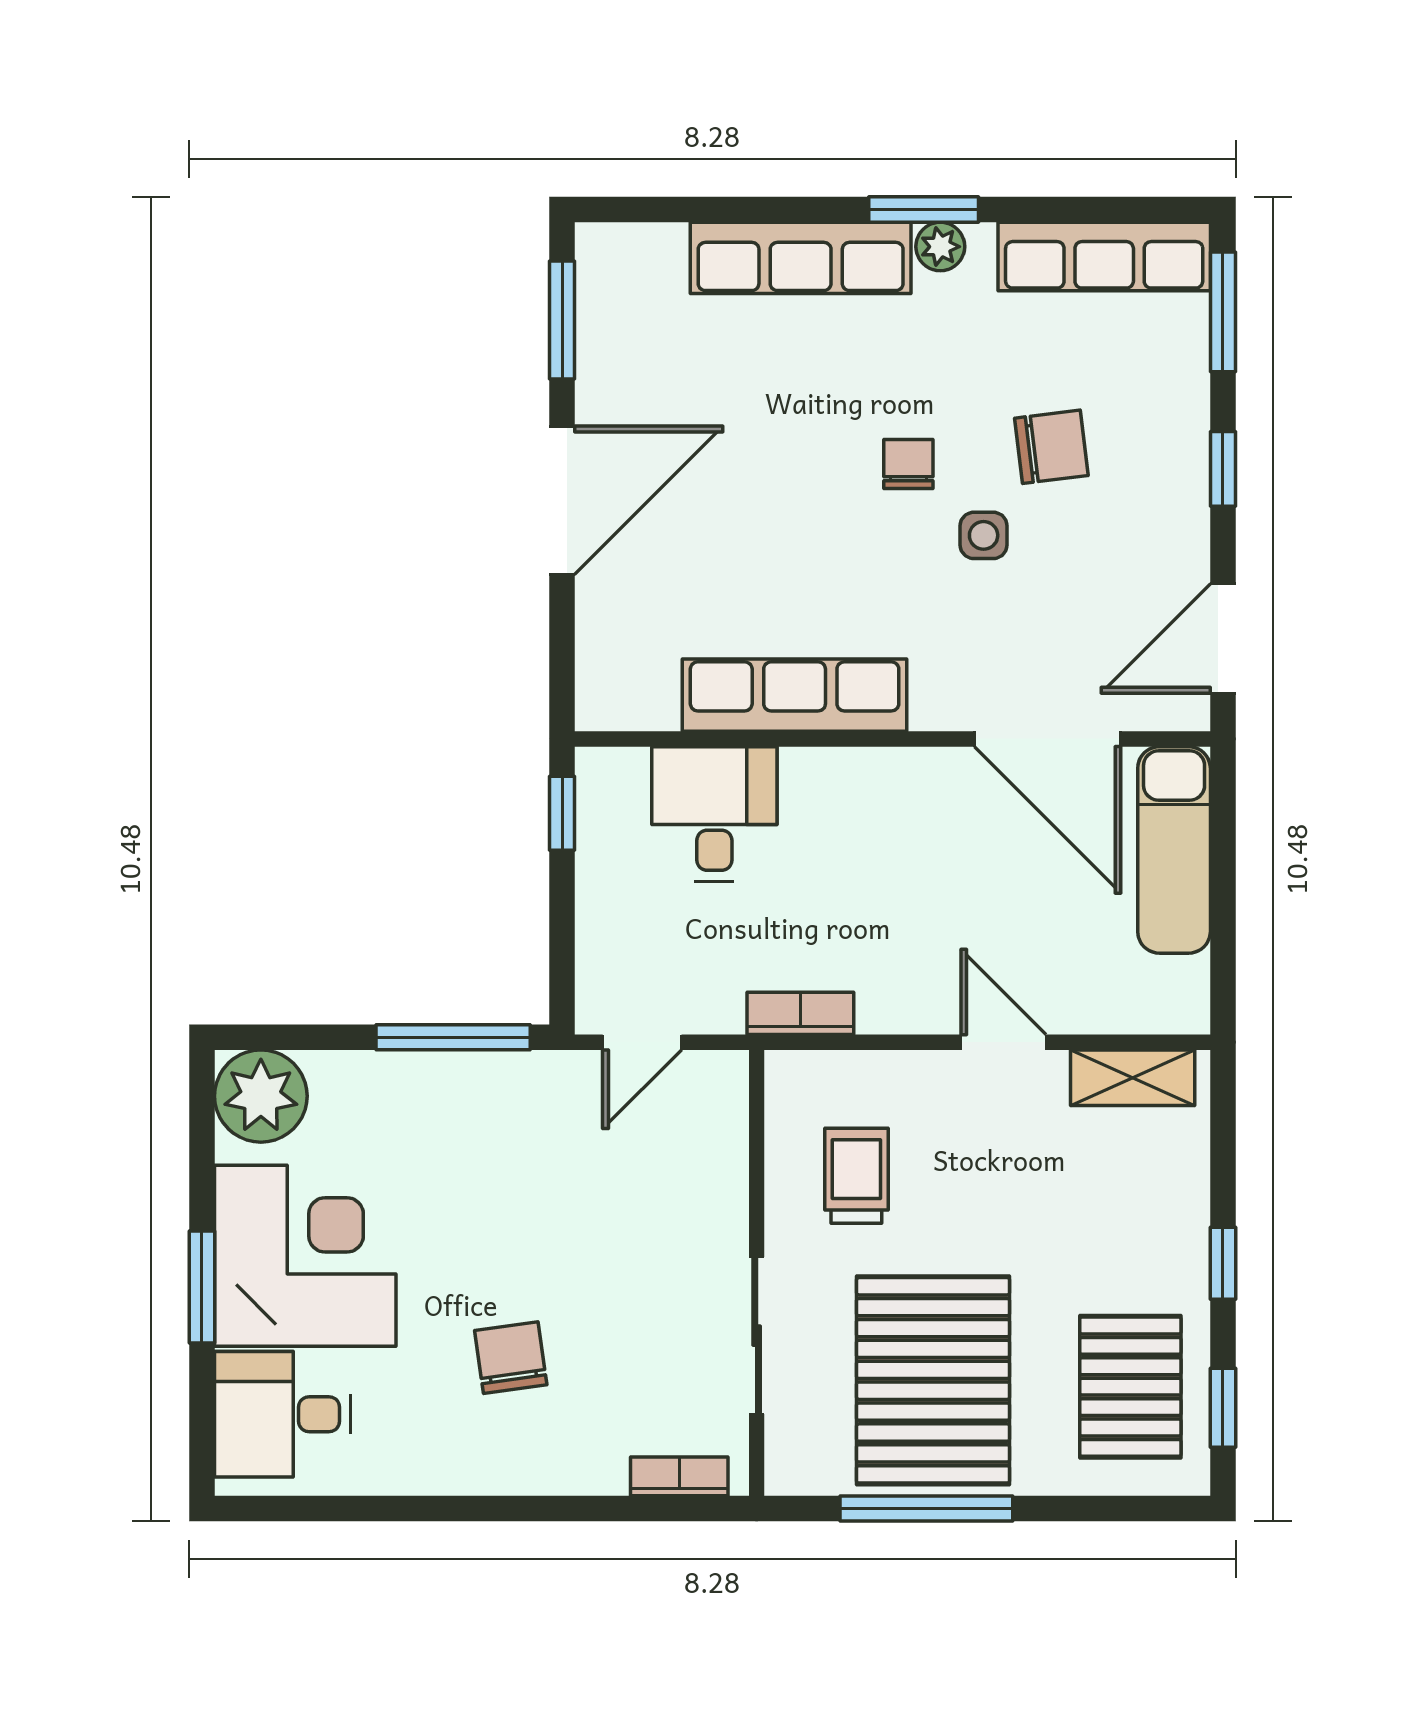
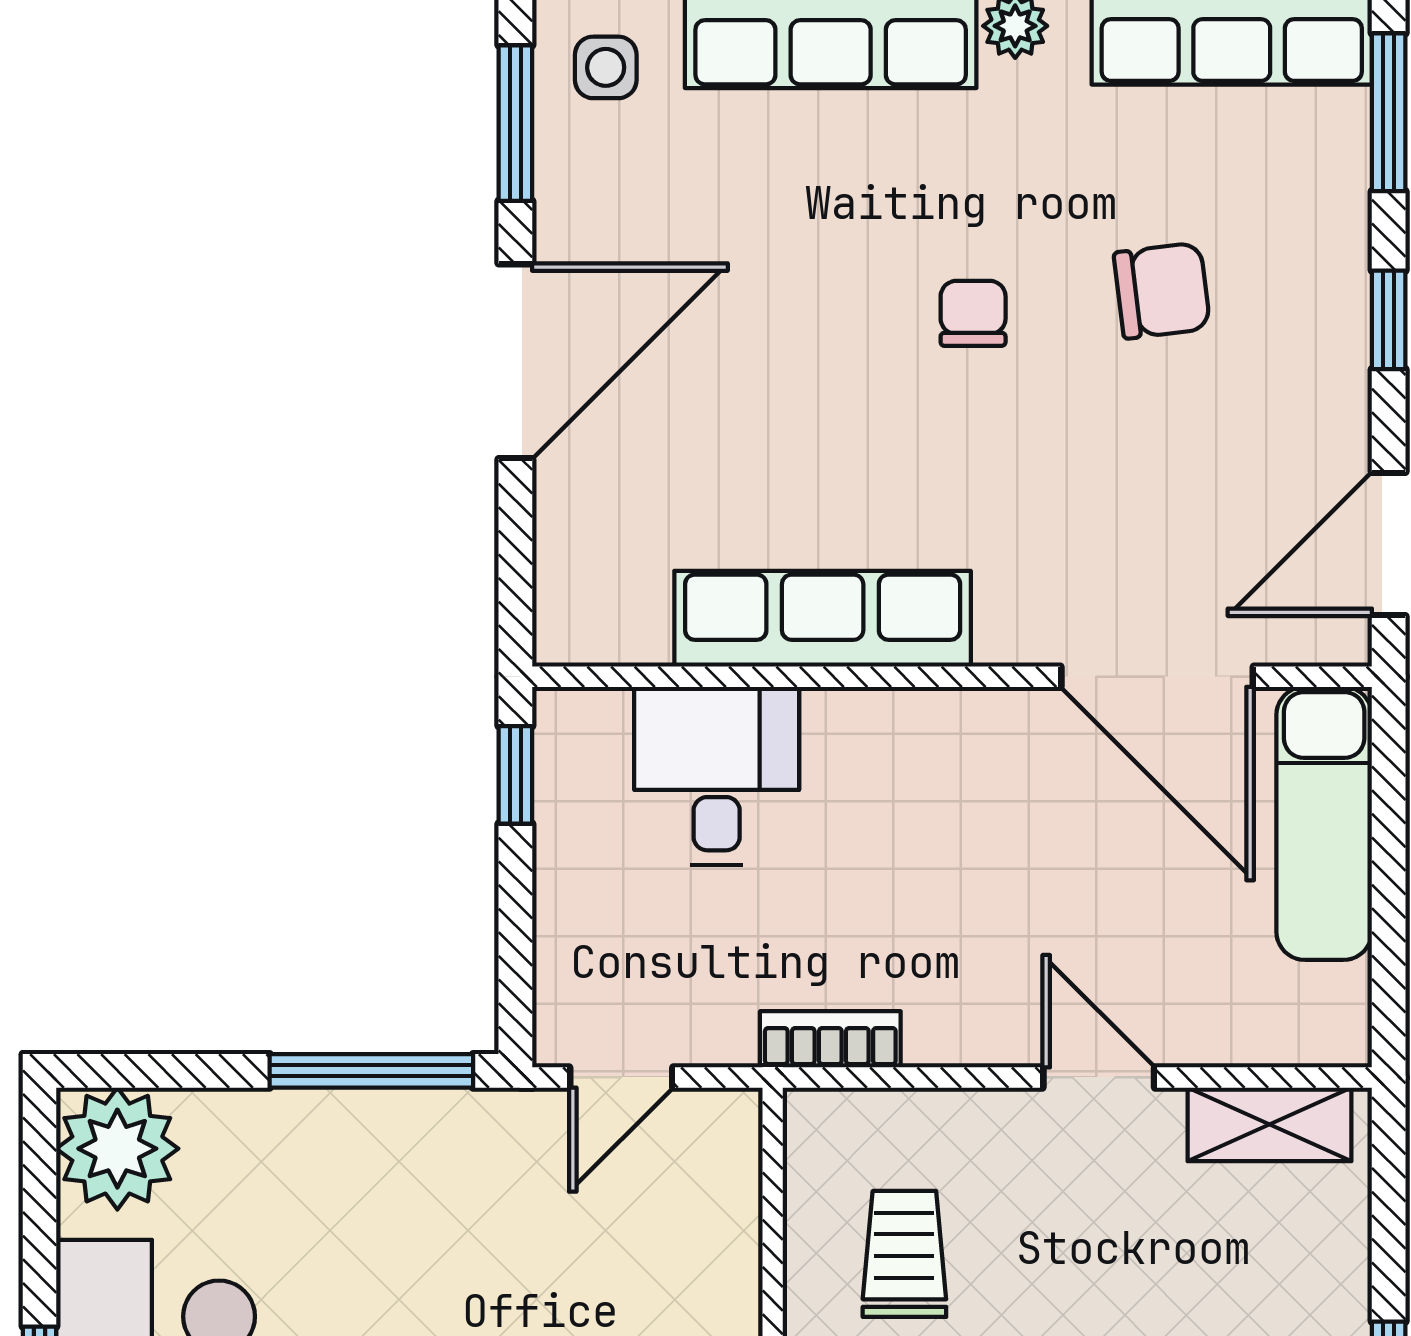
side table: (984, 535) -> (606, 67), moved

